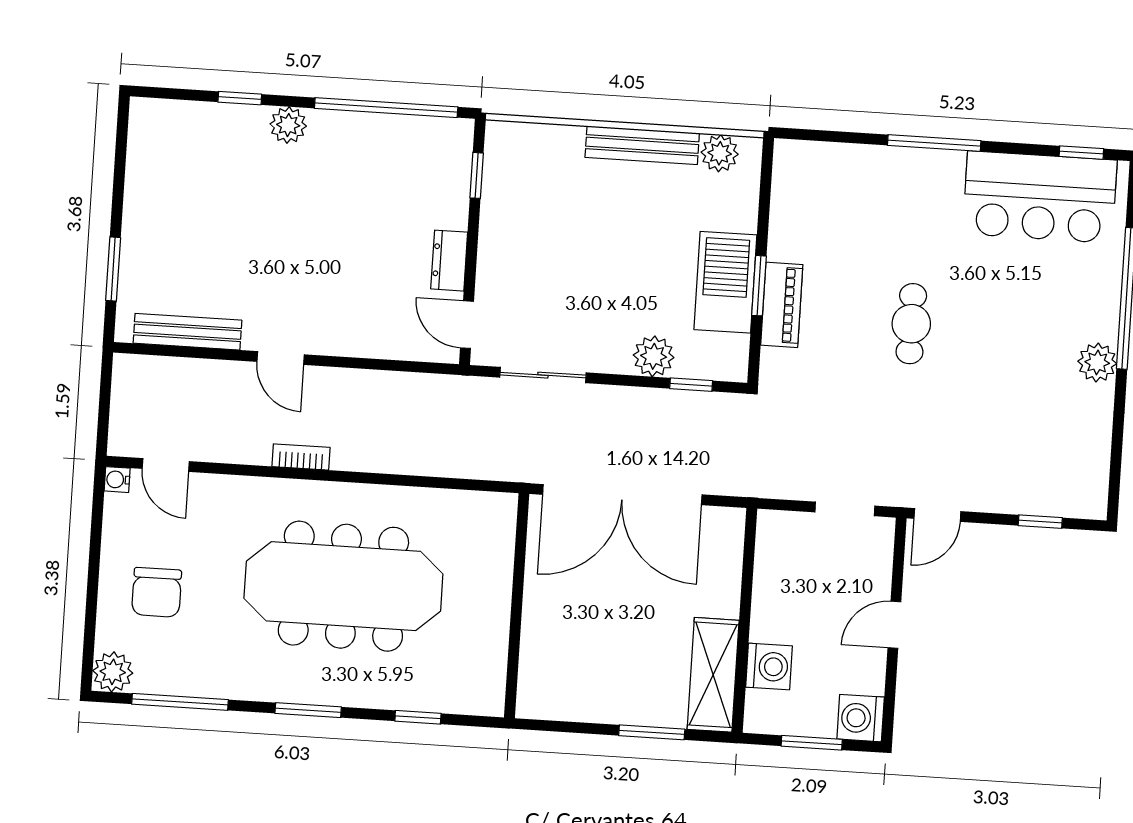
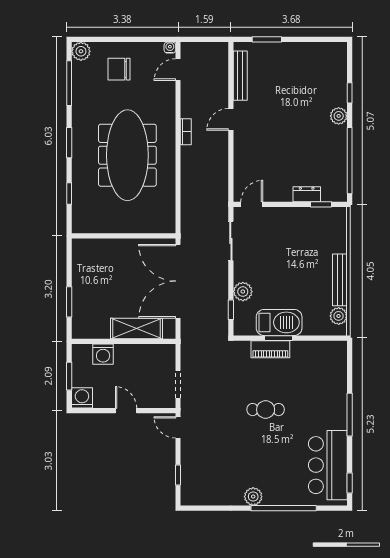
dresser: (449, 261) -> (307, 194), moved
shelving: (713, 675) -> (137, 329), moved

